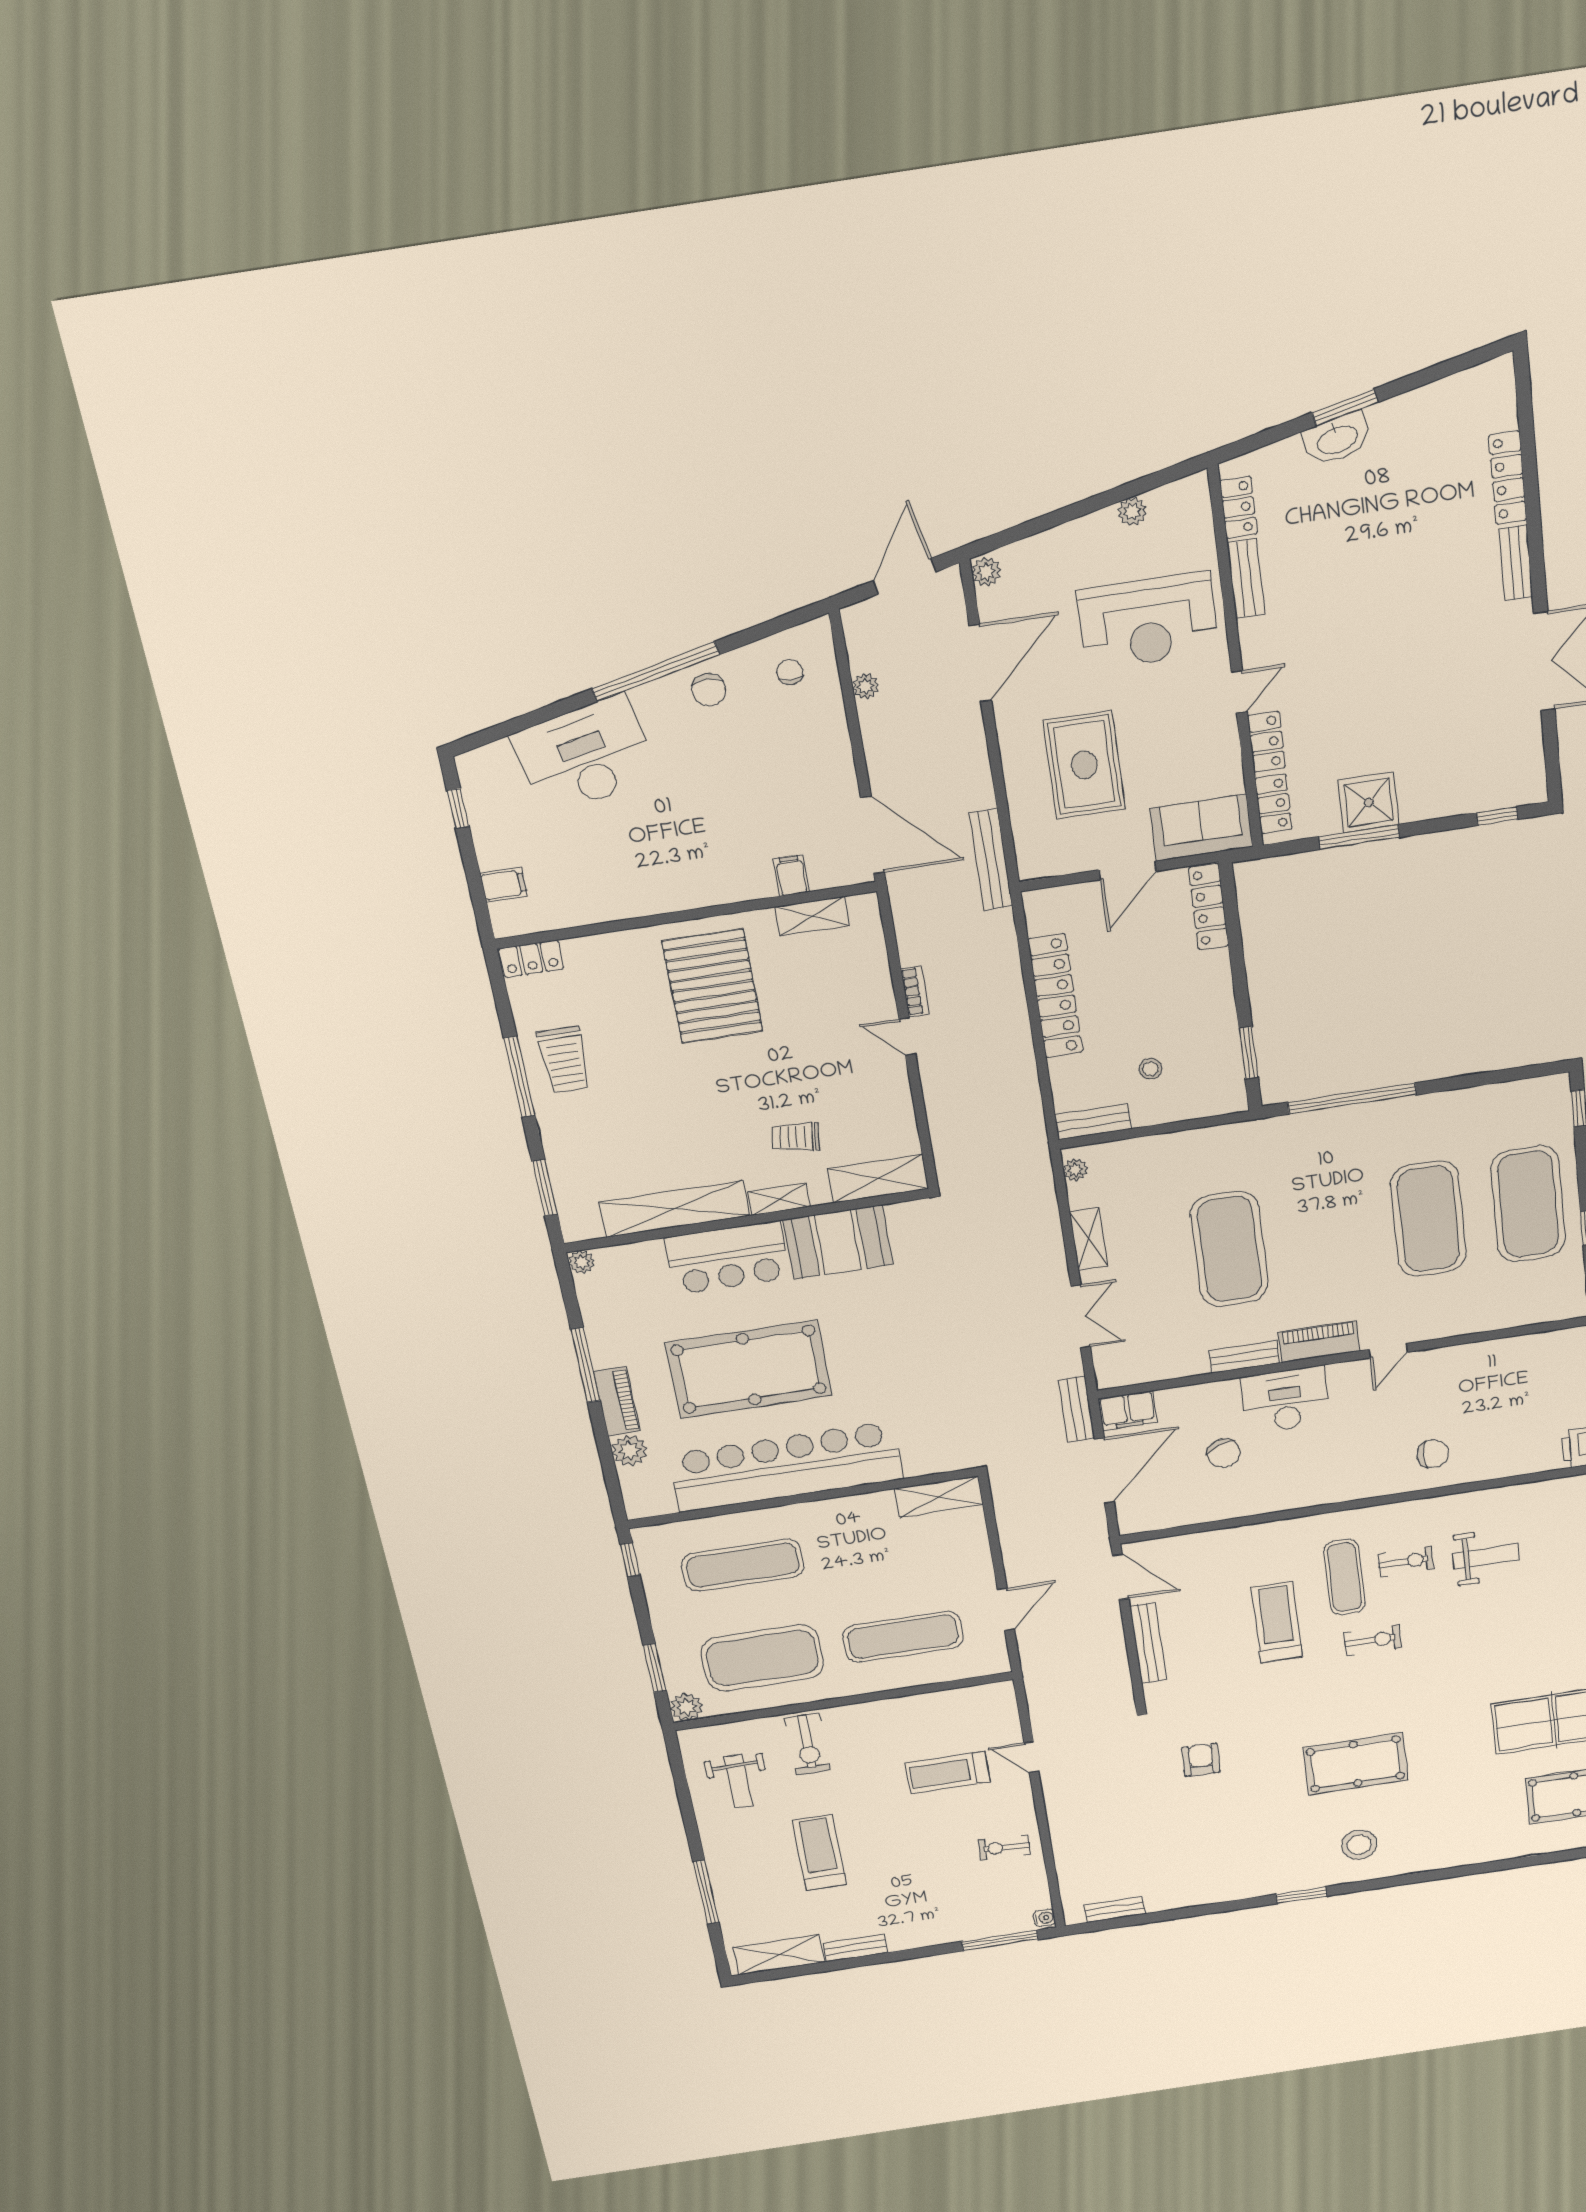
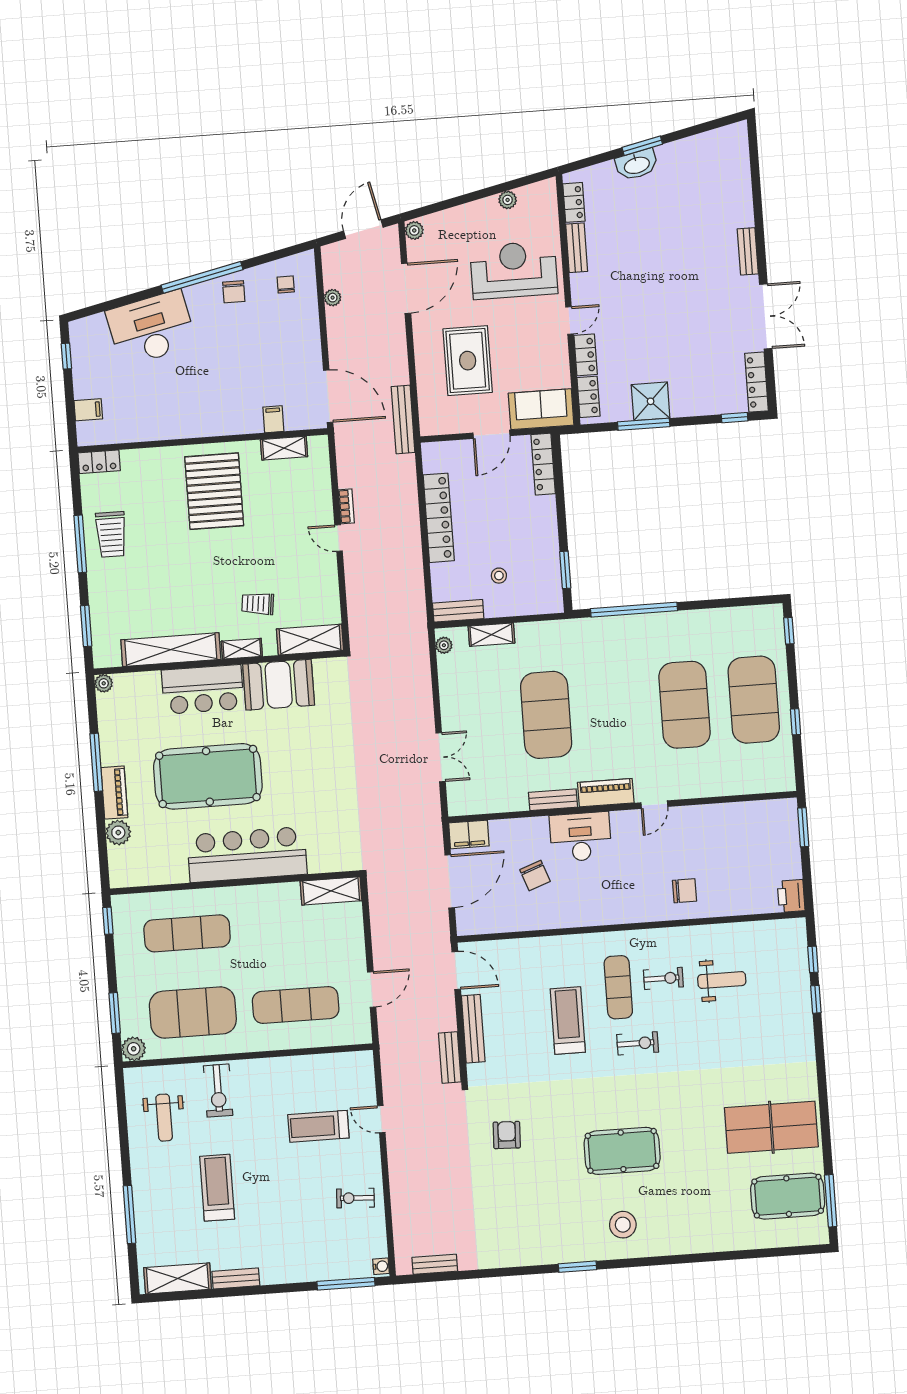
locker: (1508, 478) -> (756, 382), moved
reception desk: (1148, 621) -> (514, 270), turned 180
shelving: (1089, 1239) -> (491, 635), moved, turned 90
bench: (1076, 1409) -> (450, 1058), moved
bar counter: (786, 1467) -> (247, 855), width x0.73

